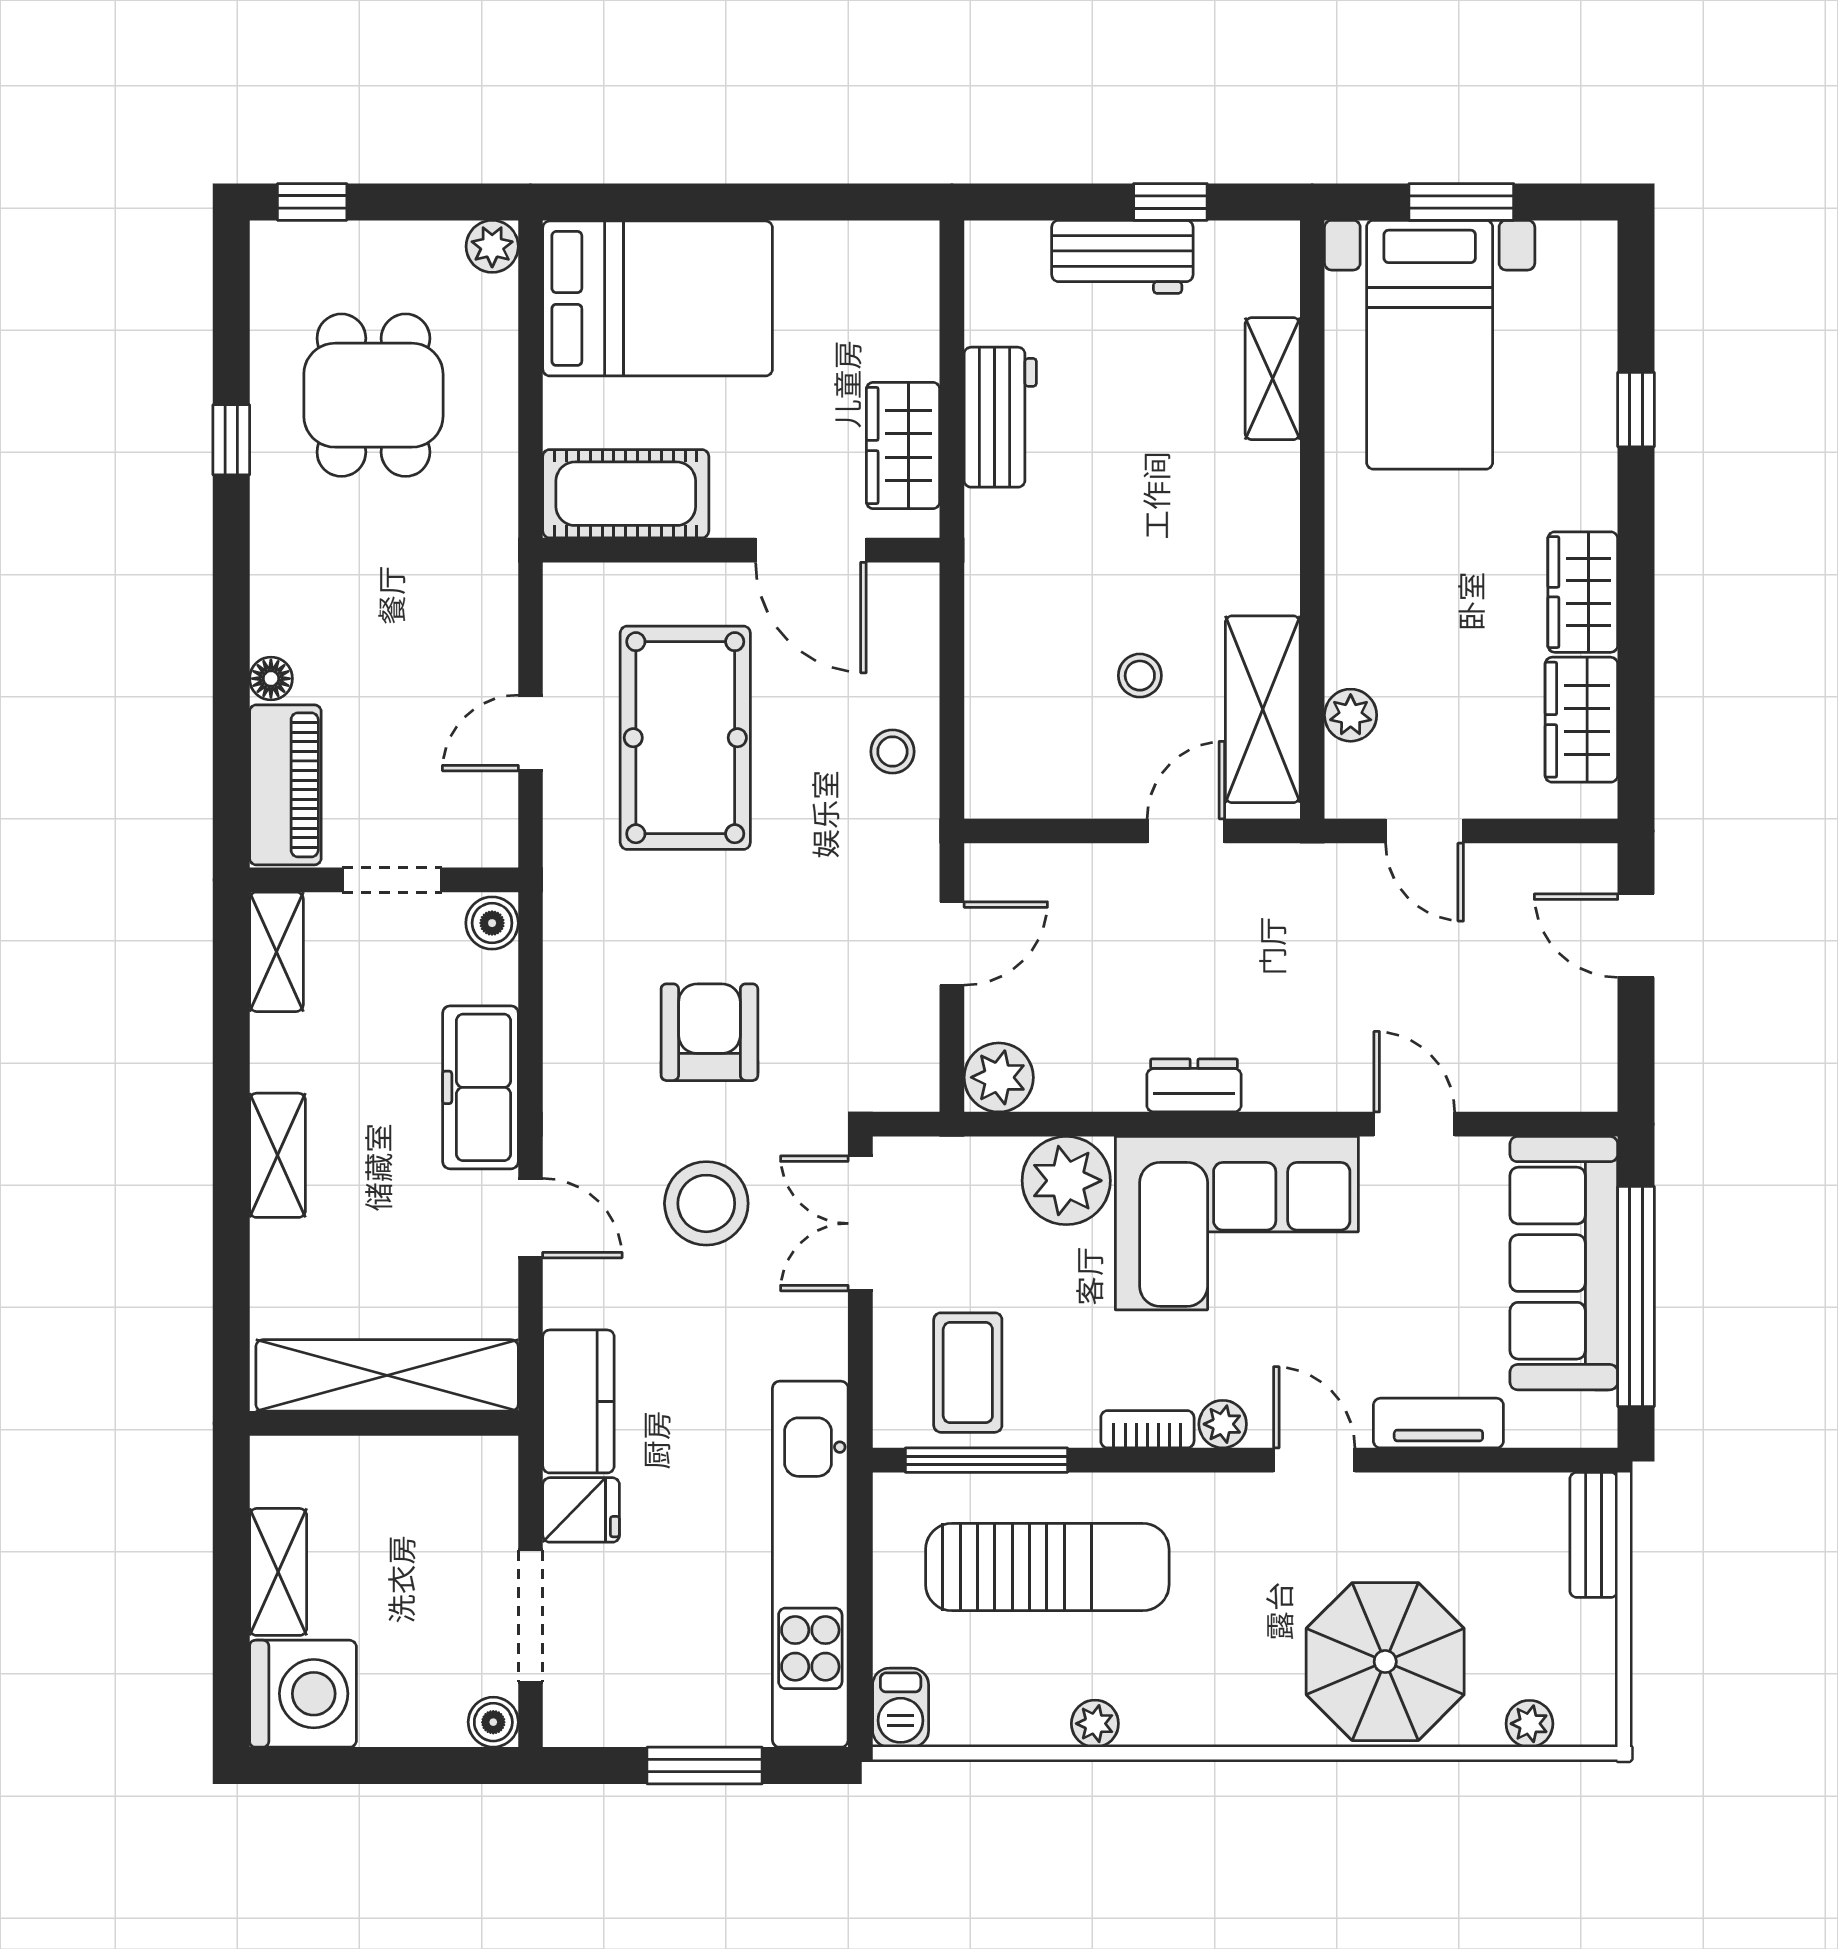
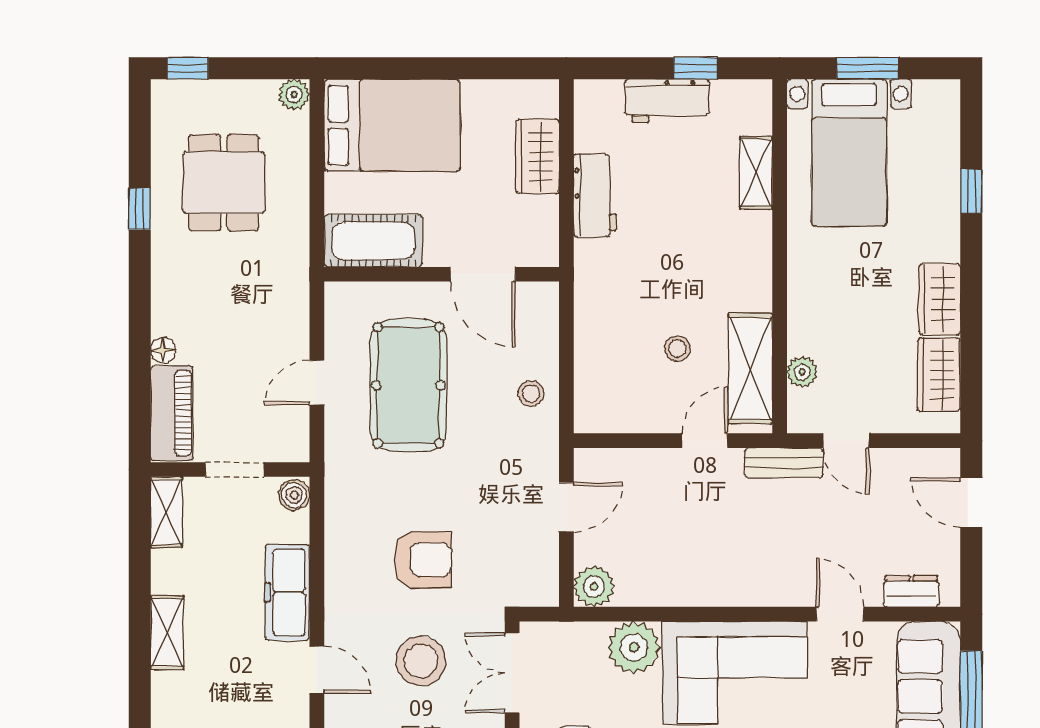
wardrobe: (903, 446) -> (537, 156), moved
bench: (1319, 868) -> (784, 463), added
armchair: (709, 1032) -> (423, 560), turned 90
dresser: (1194, 1085) -> (911, 591), moved

